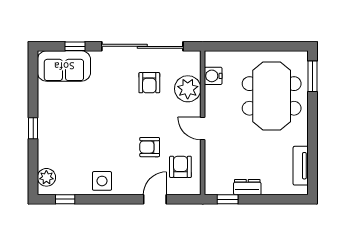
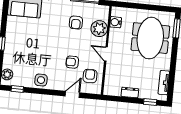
window: (228, 199) -> (150, 102), moved

